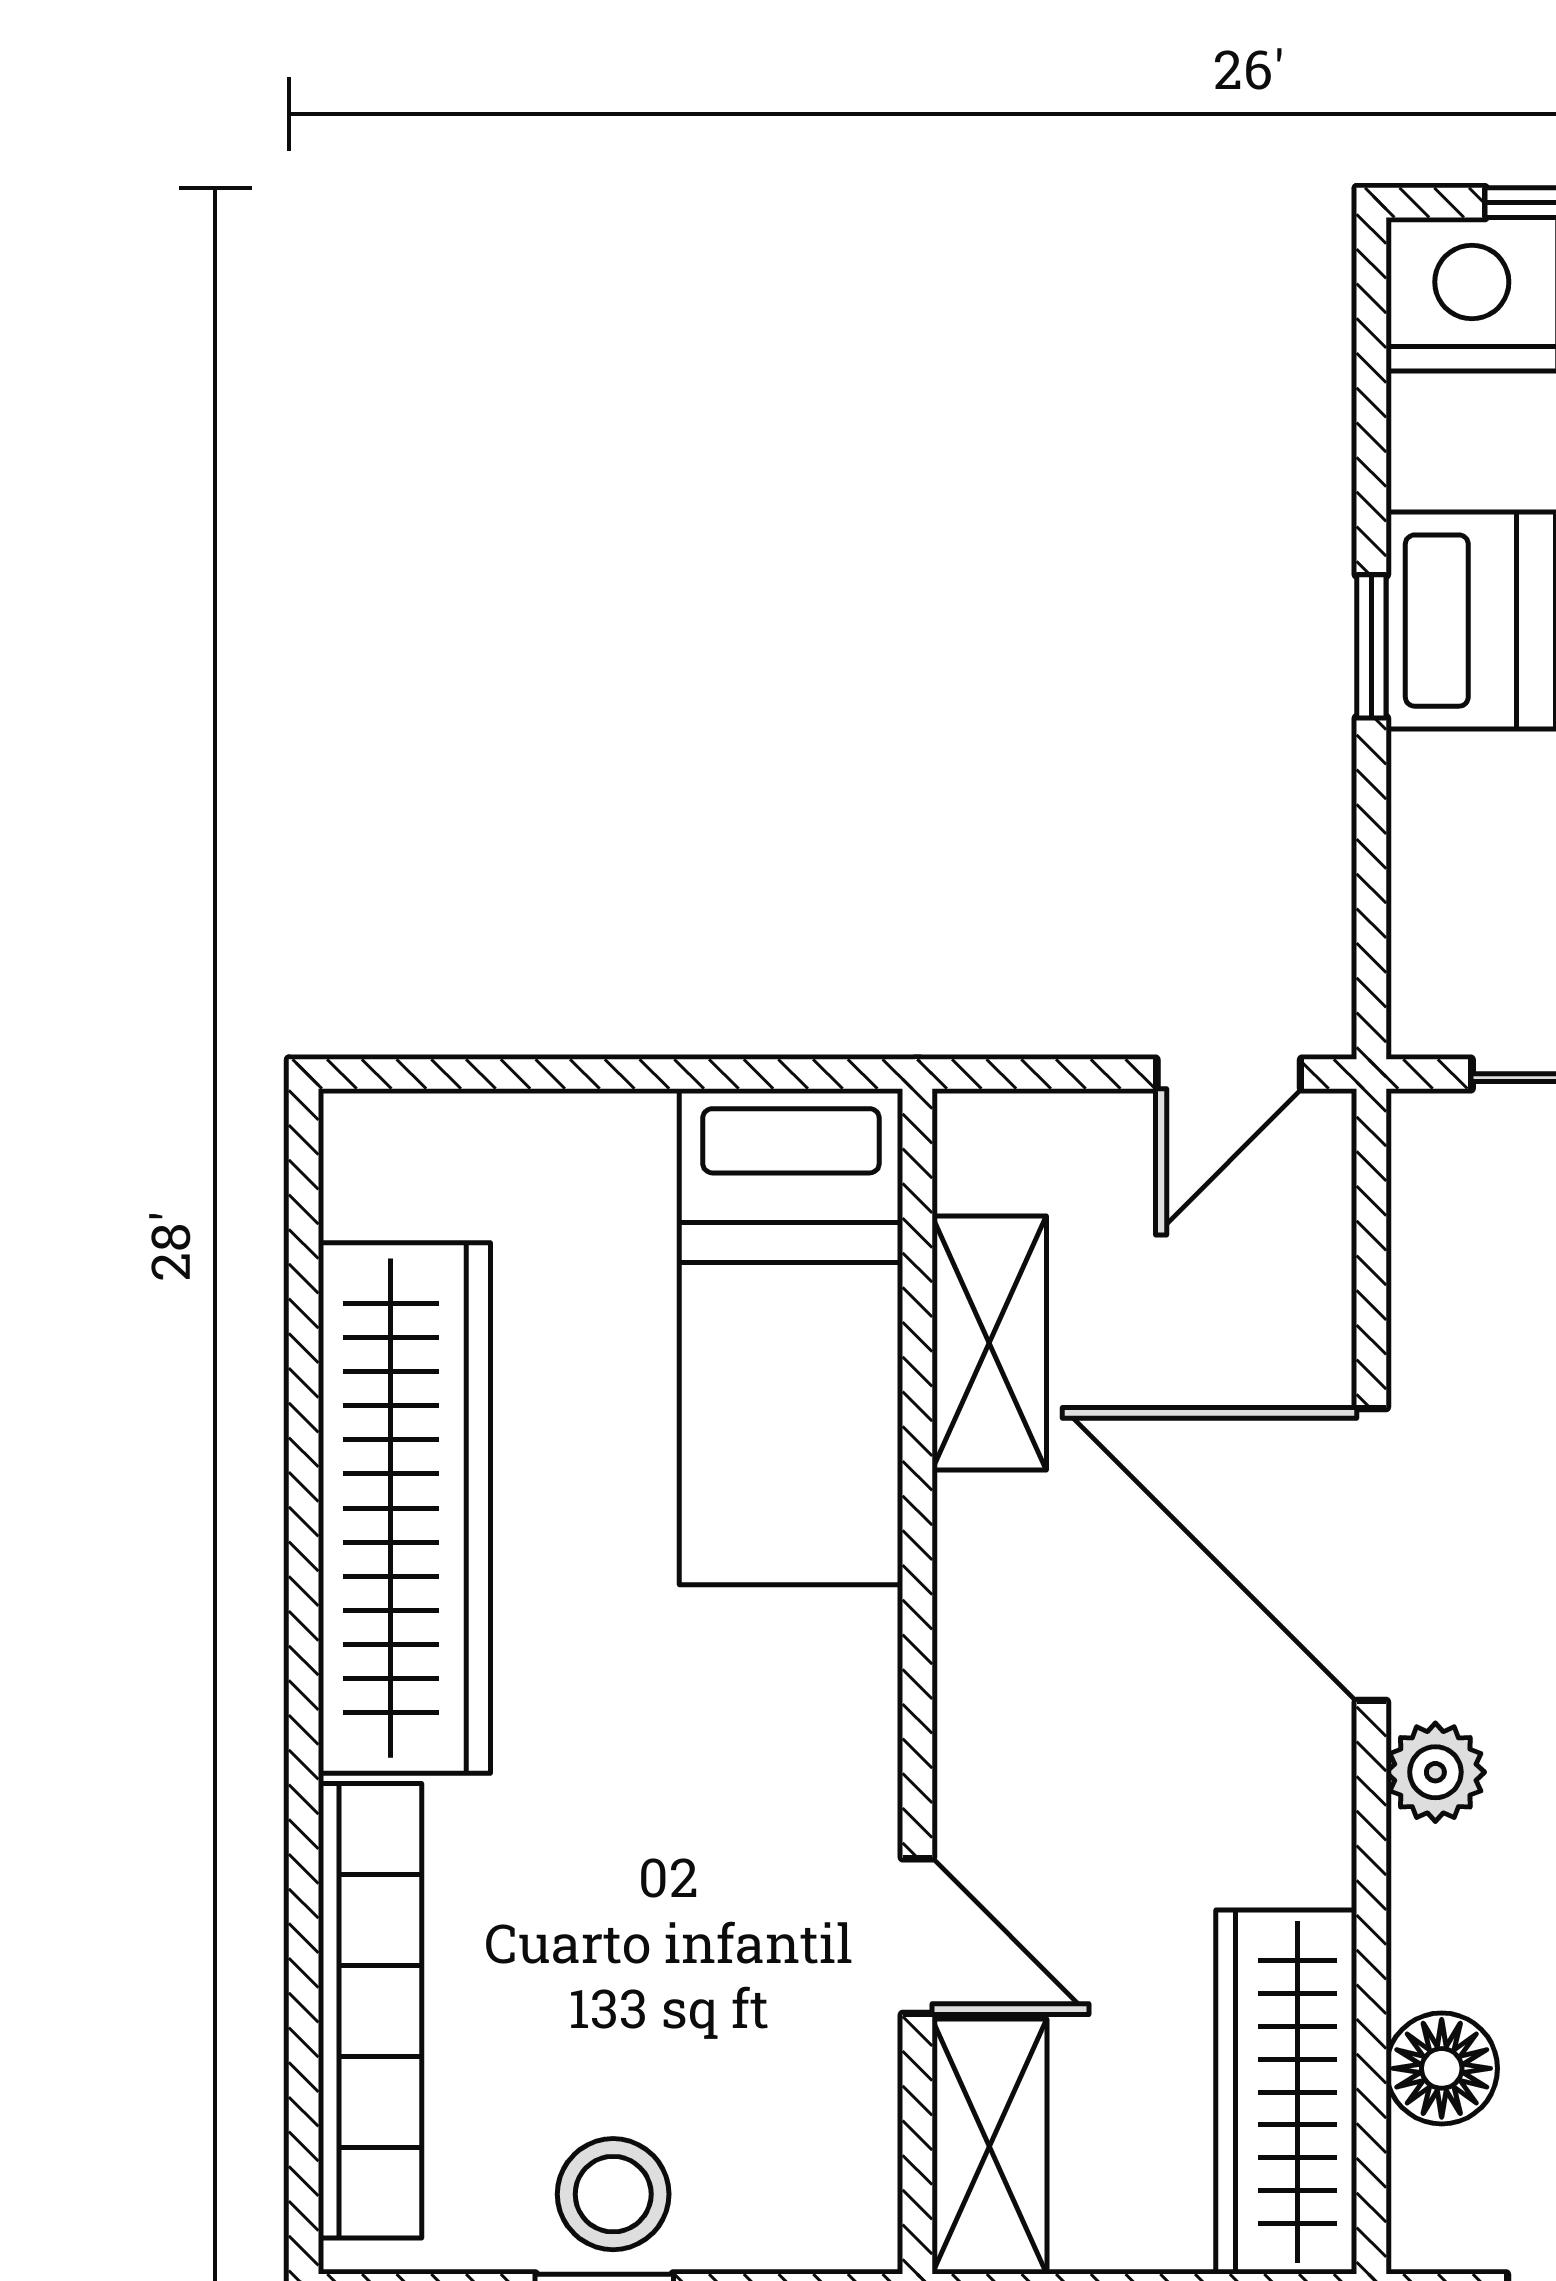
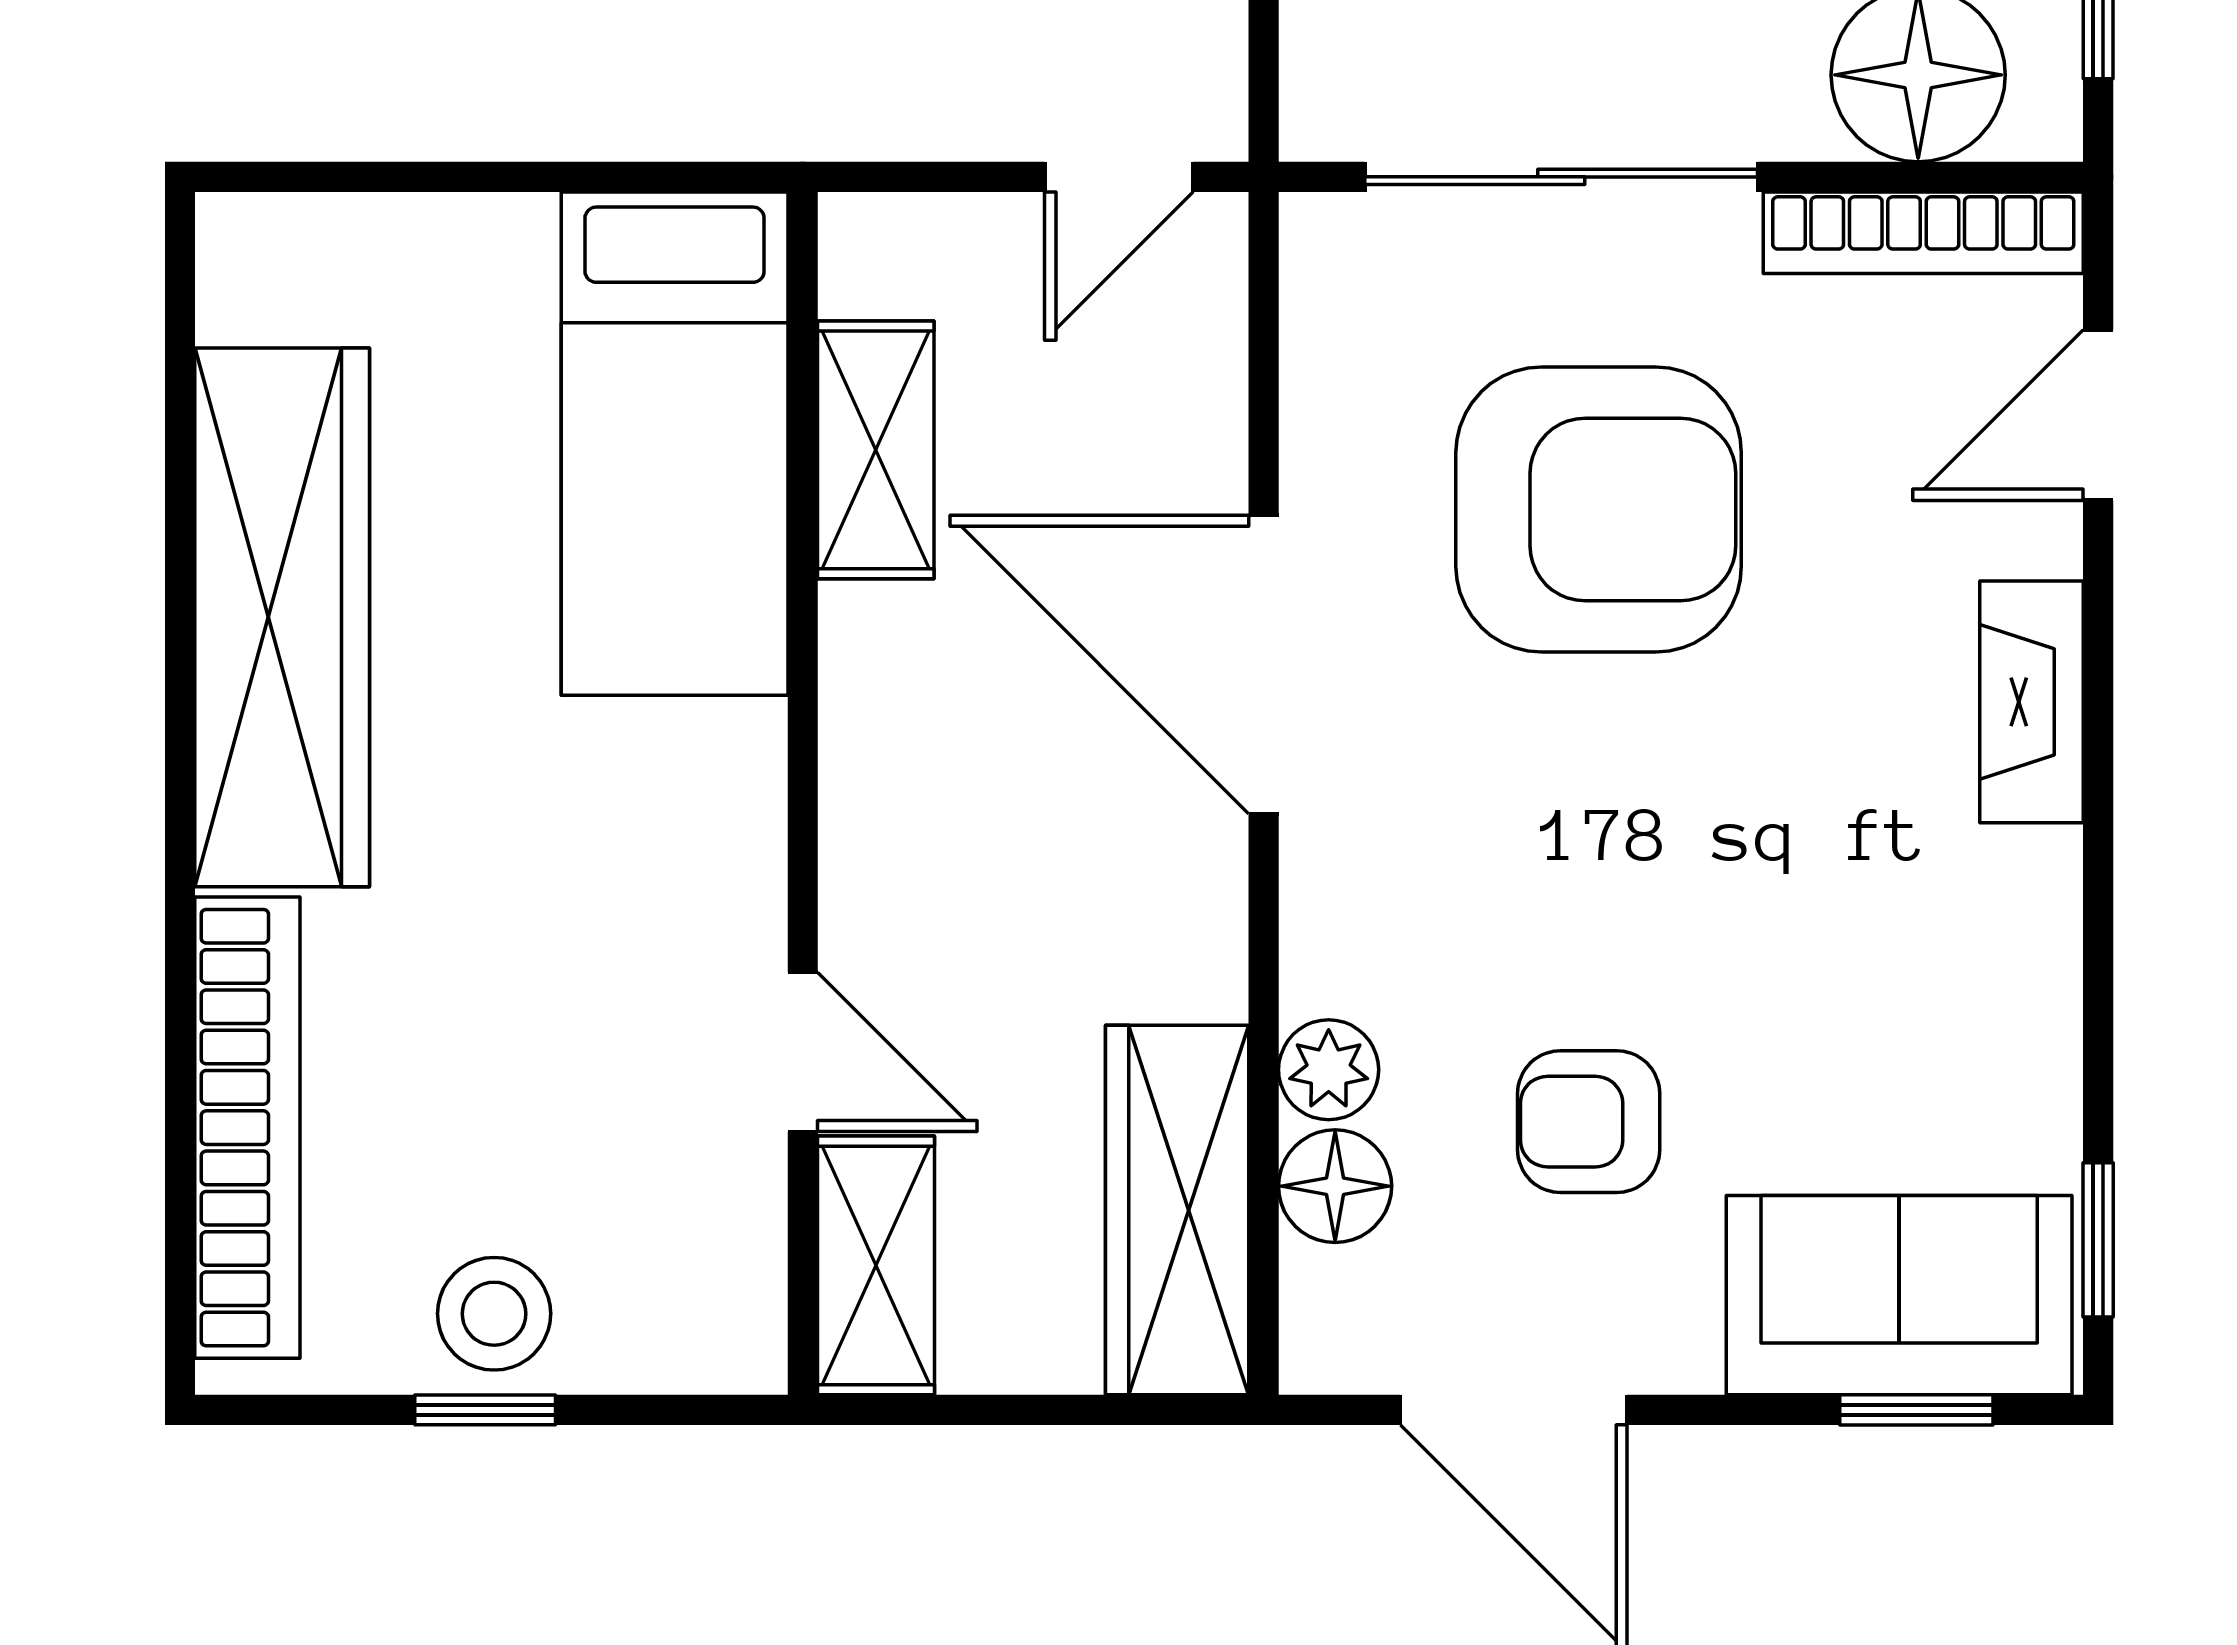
plant: (1435, 1772) -> (1329, 1070), moved

